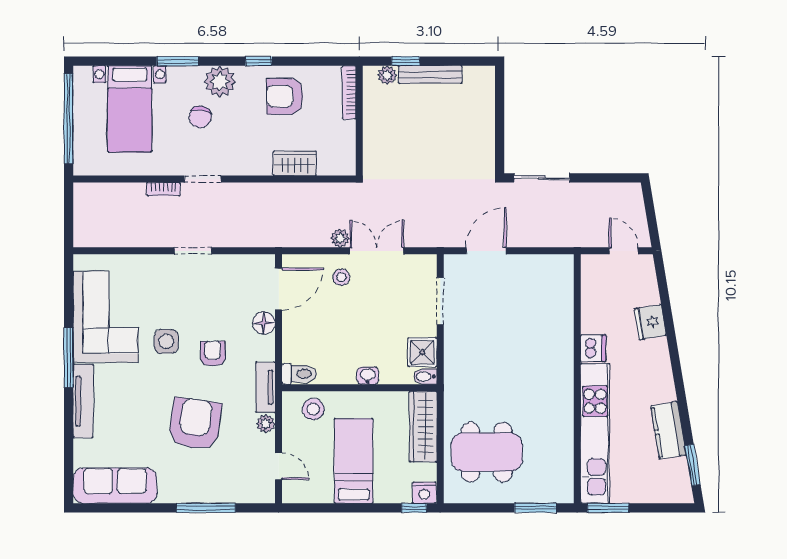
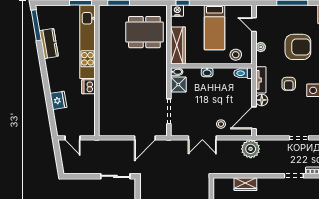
plant: (340, 238) -> (251, 149), moved, width x1.88, depth x1.88
tv unit: (266, 387) -> (261, 80), moved
armchair: (195, 424) -> (298, 47), turned -98
window: (693, 465) -> (36, 25), width x1.44

